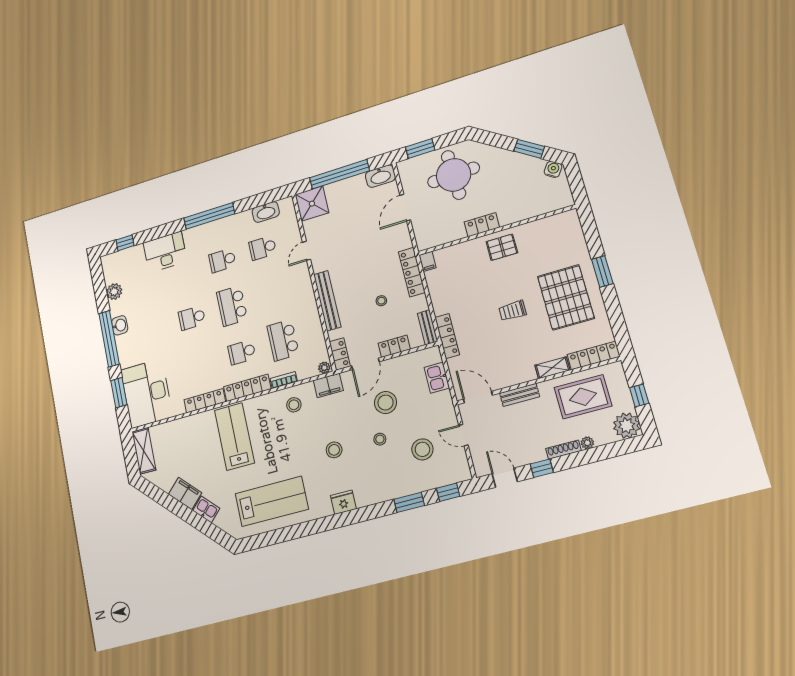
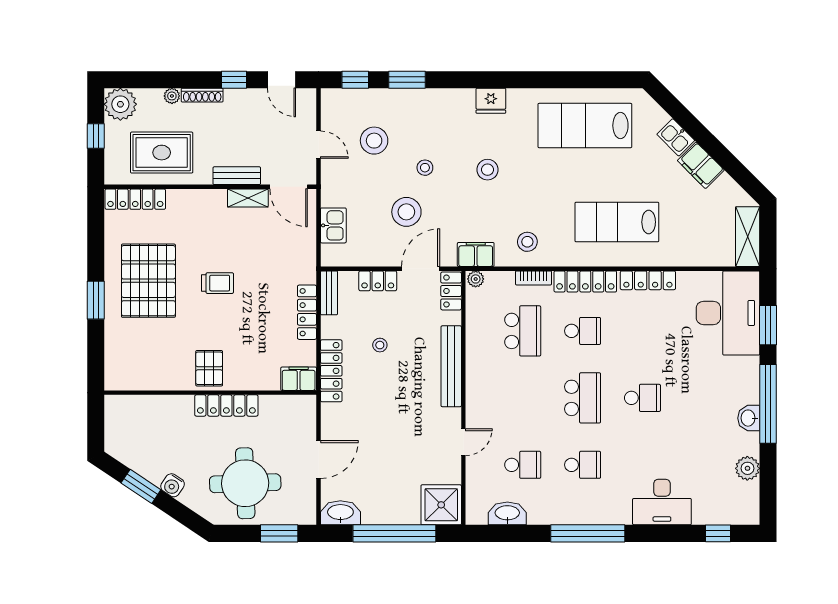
water cooler: (553, 169) -> (173, 485), moved
locker: (482, 225) -> (226, 405), width x1.53
pallet: (502, 247) -> (209, 368), turned 90
filing cabinet: (428, 261) -> (299, 379), width x2.00
locker: (447, 336) -> (307, 312), moved
shelving: (552, 368) -> (248, 198), moved
lab bench: (234, 437) -> (617, 222), turned 90

